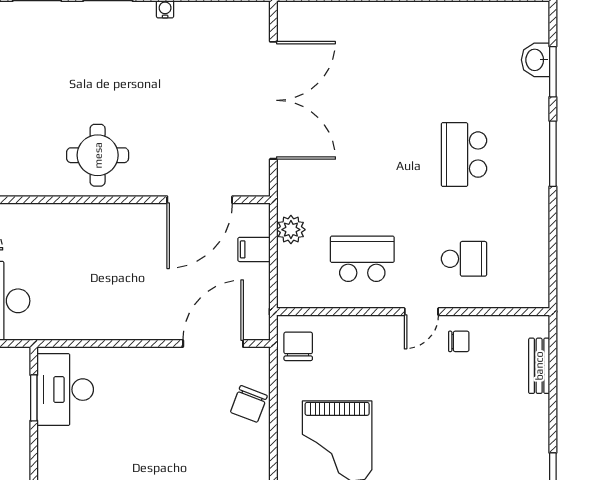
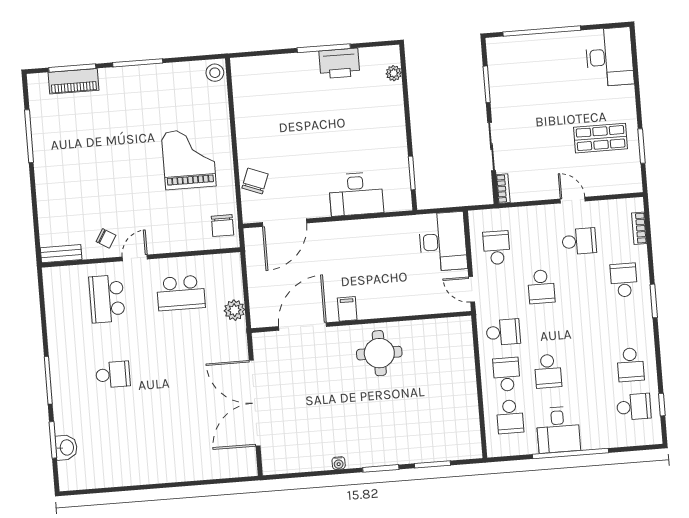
school desk: (464, 155) -> (113, 375), width x0.54
filing cabinet: (254, 249) -> (347, 309), moved, turned -90
school desk: (464, 259) -> (107, 299), width x1.85
chair: (459, 341) -> (106, 238), turned -149
bench: (539, 366) -> (61, 254), moved, turned 90
desk: (65, 390) -> (356, 194), moved, turned 90

